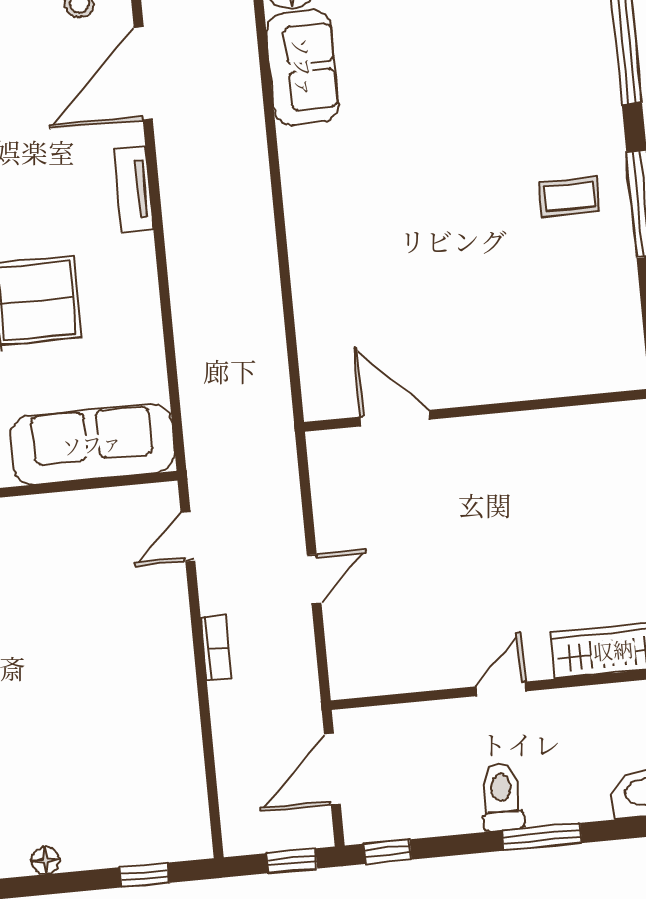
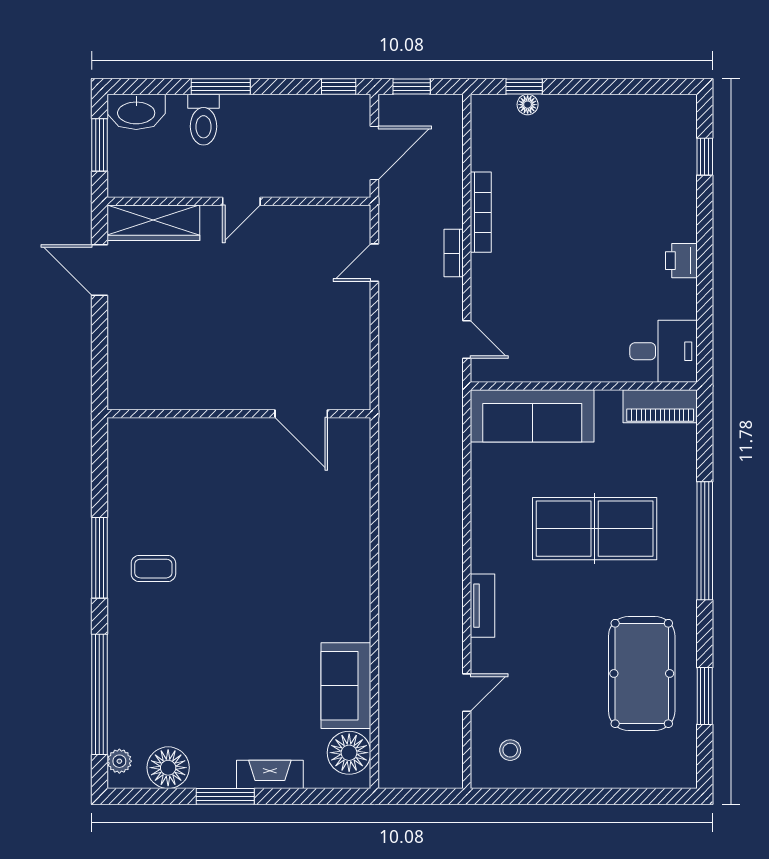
door: (143, 73) -> (467, 693), width x0.53
door: (188, 536) -> (467, 339), hinge flipped
door: (314, 579) -> (374, 263), moved
bookcase: (186, 705) -> (481, 212), added
toilet: (502, 797) -> (203, 120), moved
floor lamp: (45, 861) -> (528, 105), moved

